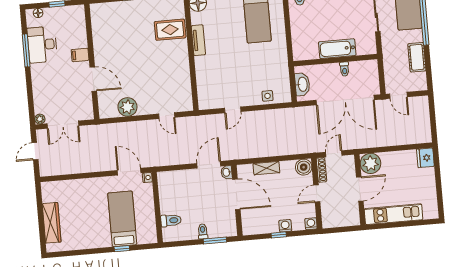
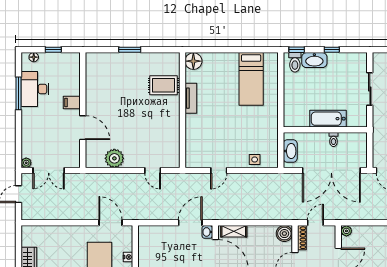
plant: (370, 163) -> (346, 231), width x0.53, depth x0.53
shelving: (266, 168) -> (234, 231), moved
nightstand: (147, 178) -> (128, 257), moved

